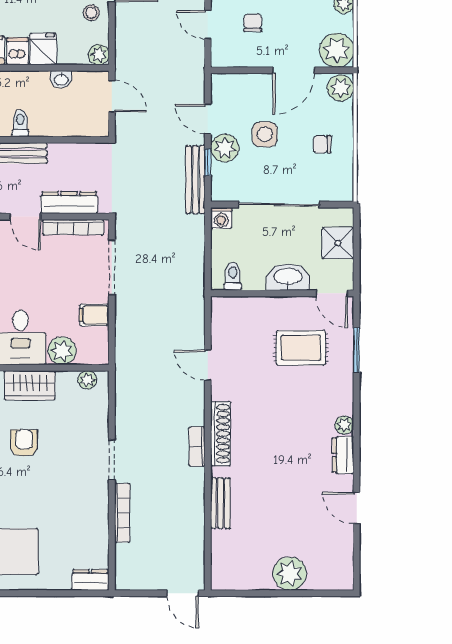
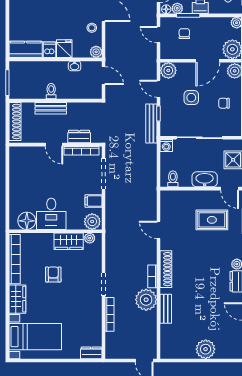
plant: (225, 148) -> (168, 70), moved
dresser: (69, 203) -> (79, 137), width x0.70
plant: (62, 351) -> (92, 222), moved
wardrobe: (30, 385) -> (69, 241), moved
plant: (186, 487) -> (146, 300), added

